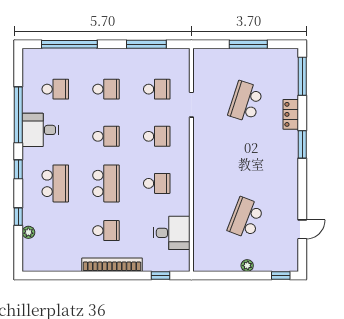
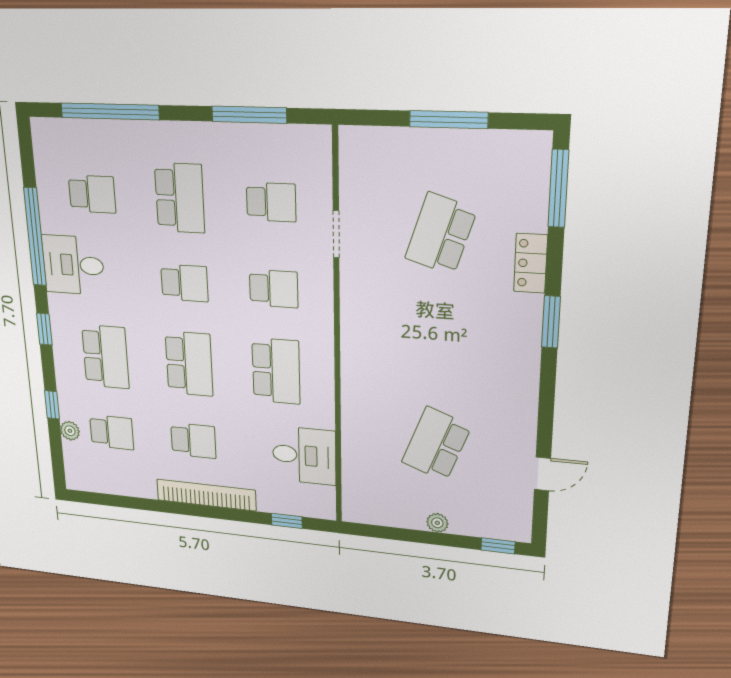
school desk: (106, 89) -> (180, 198), width x1.85
school desk: (157, 183) -> (276, 371), width x1.85
school desk: (55, 231) -> (112, 432), added

